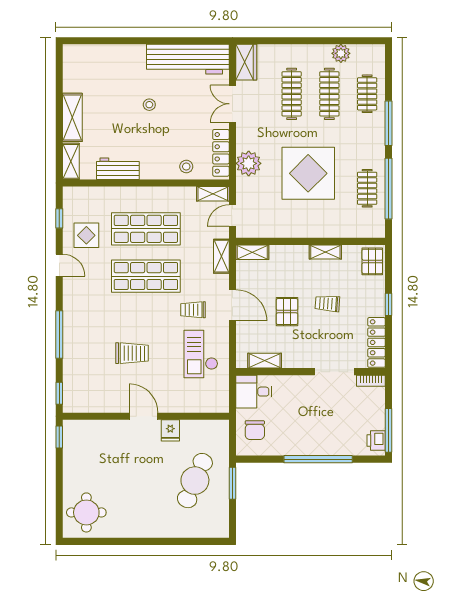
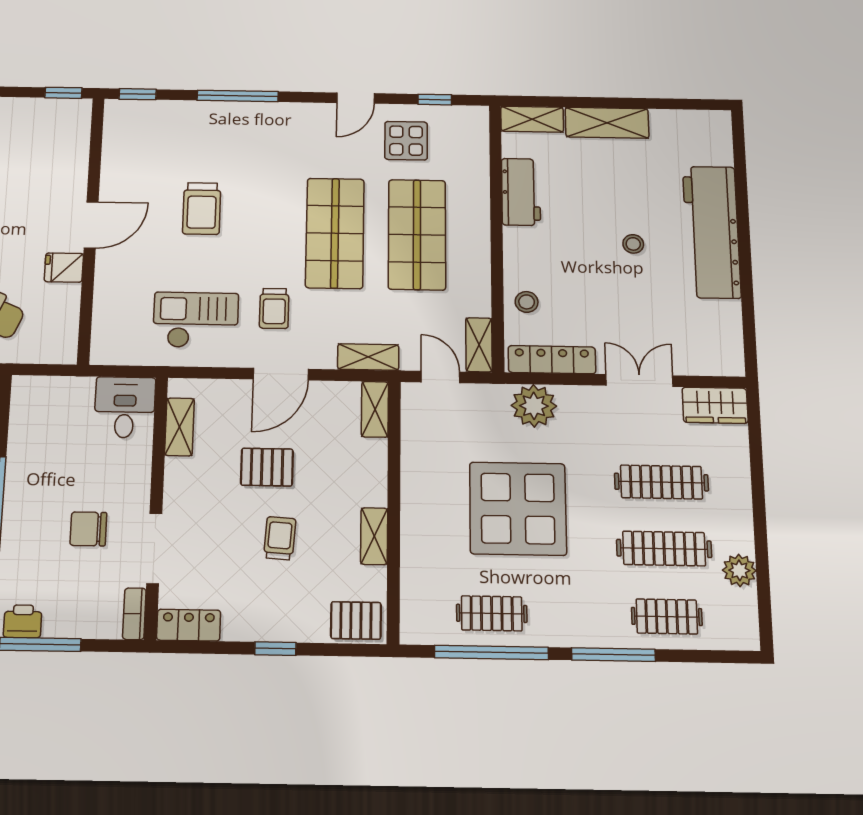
workbench: (188, 59) -> (712, 232), moved
trolley: (193, 310) -> (274, 308), turned 180
locker: (376, 342) -> (189, 625), width x0.66
chair: (255, 430) -> (88, 529), moved

